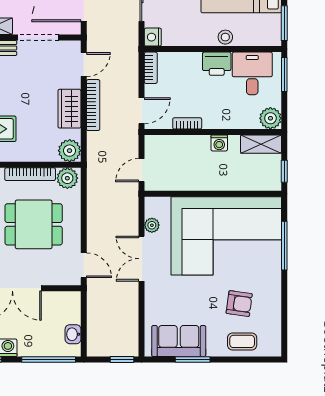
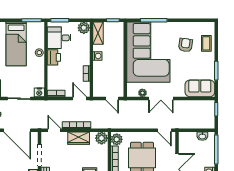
door: (84, 265) -> (164, 130), swing flipped
sofa: (179, 341) -> (200, 88), moved, turned 90

